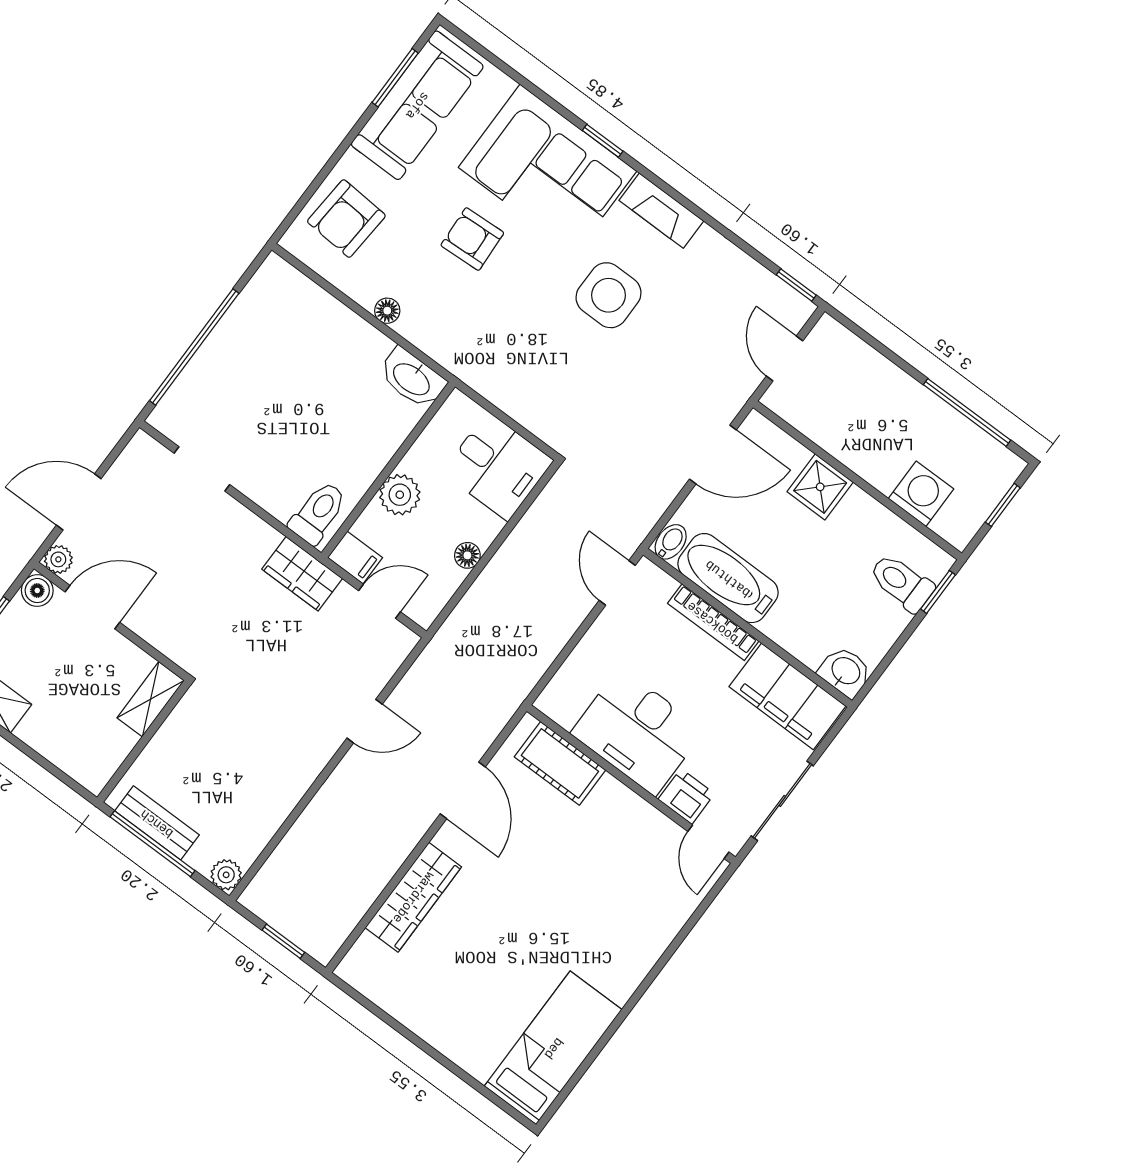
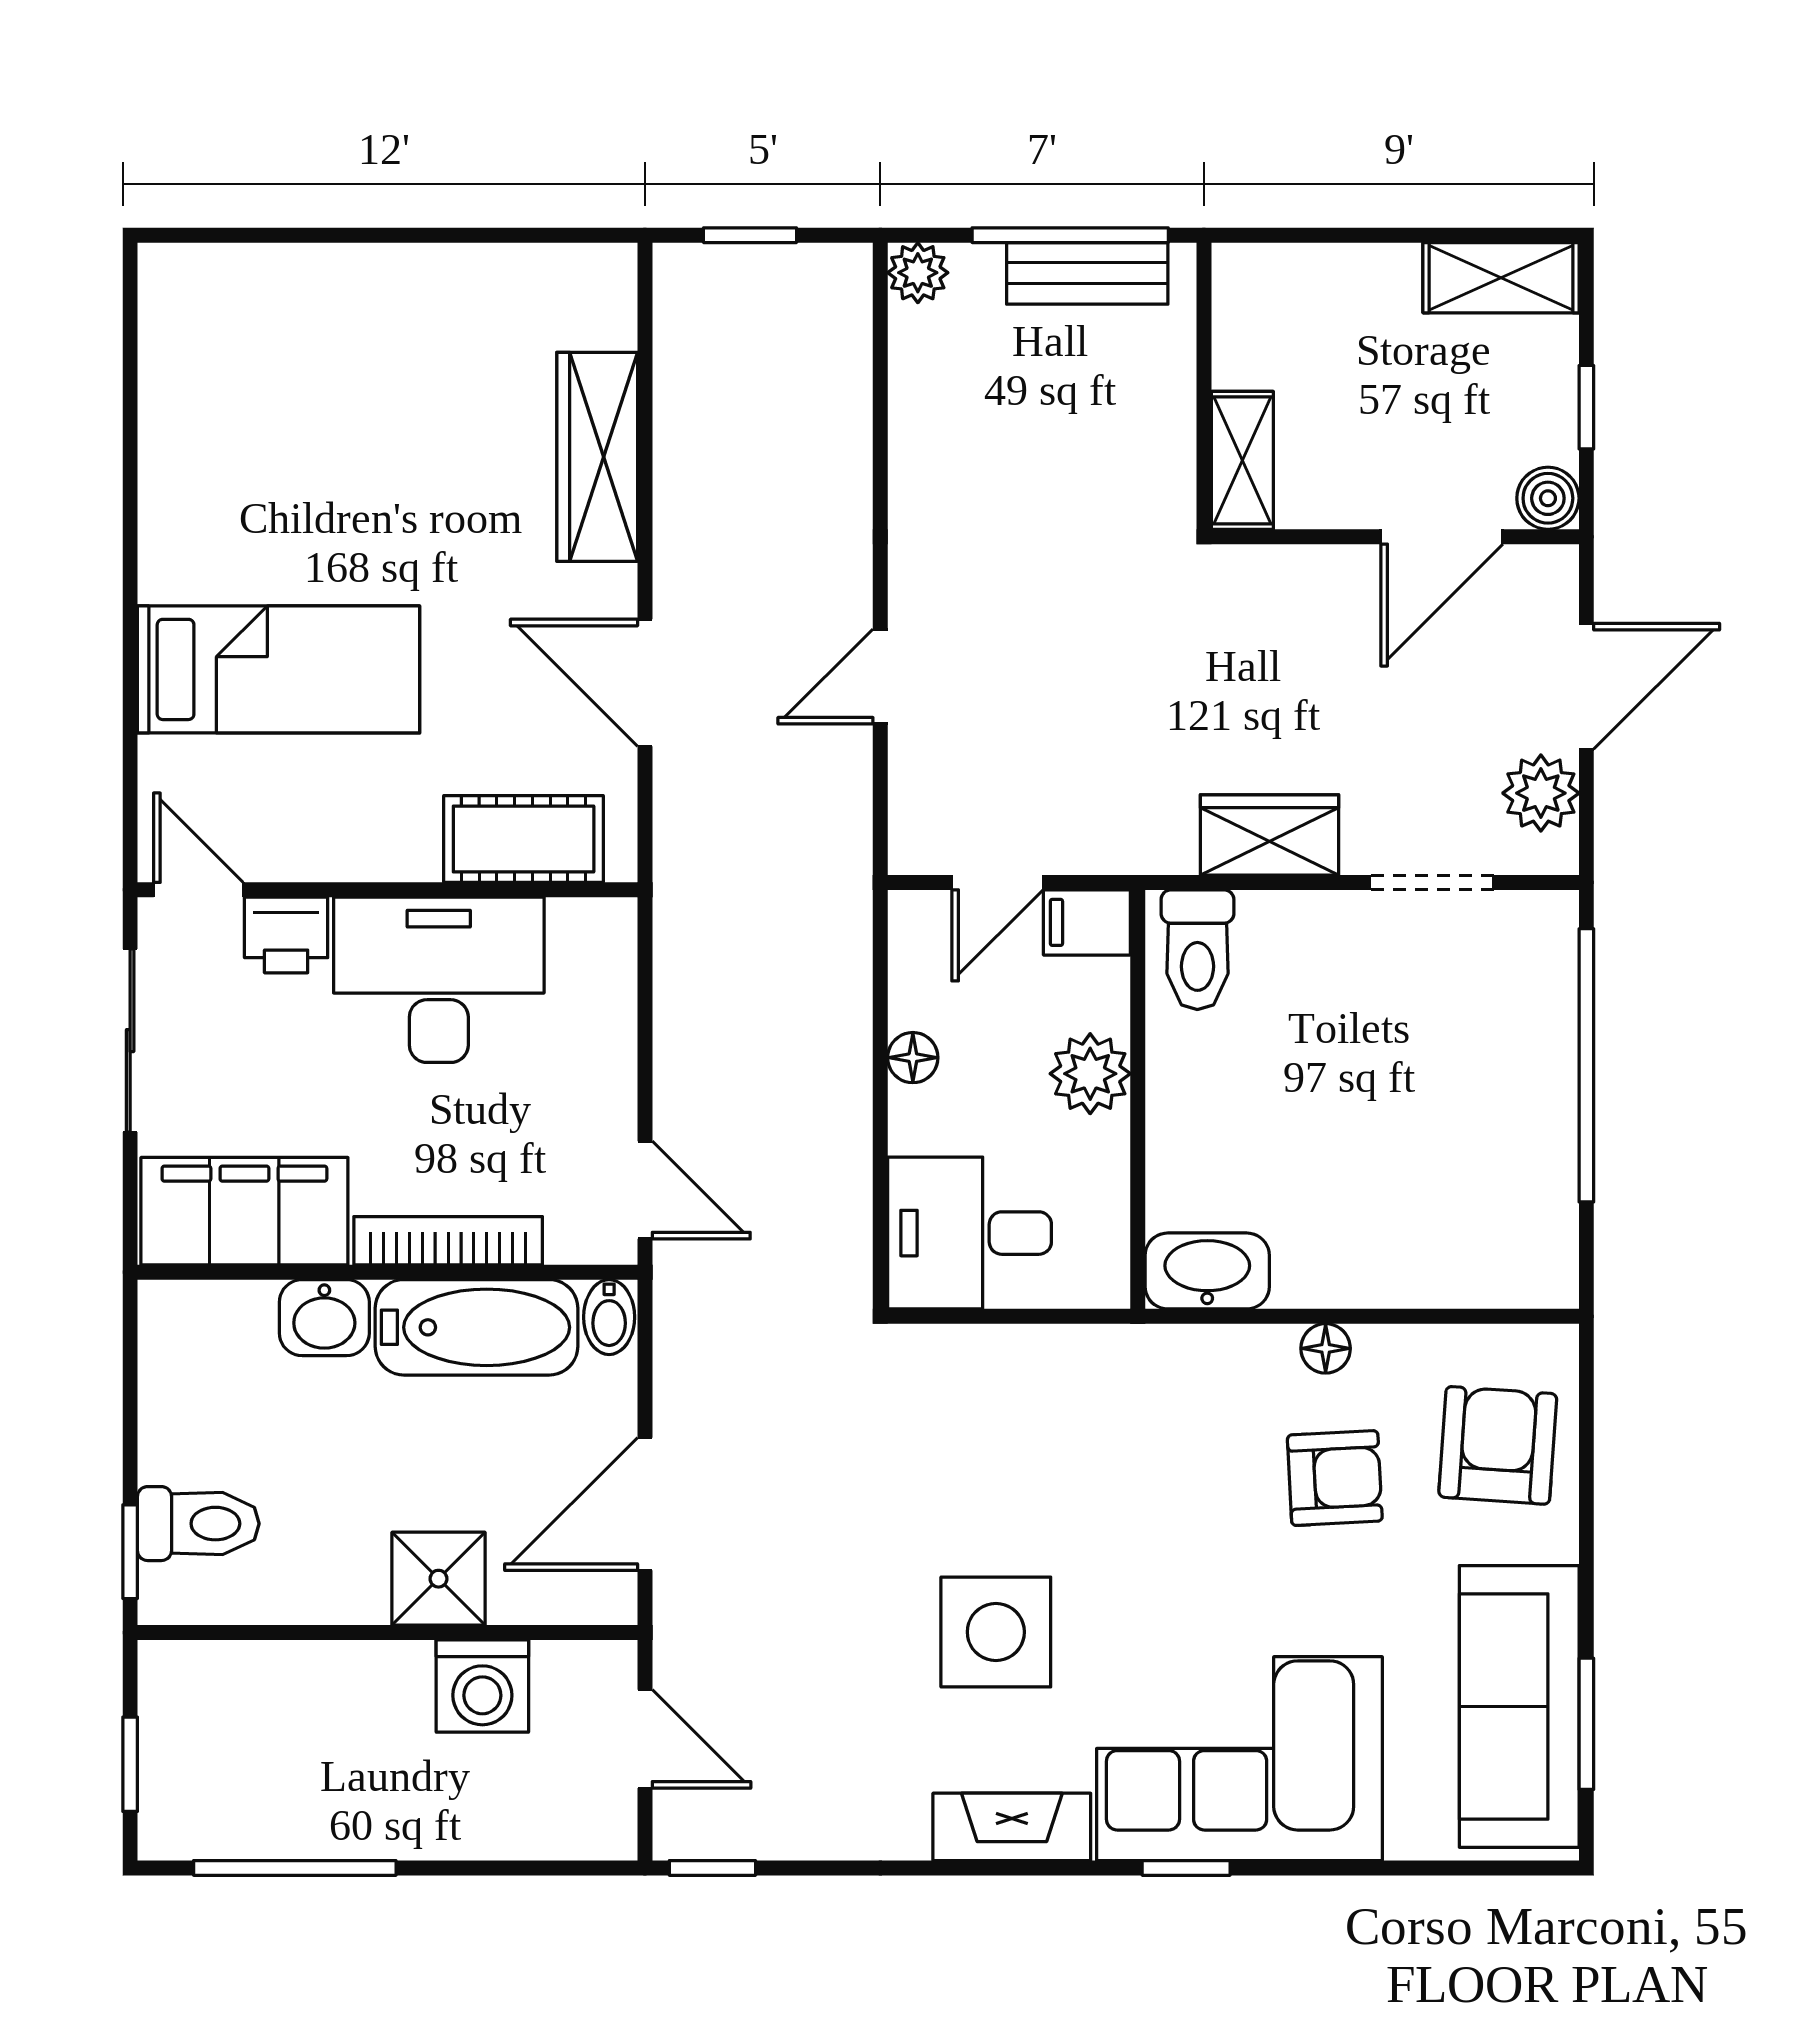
armchair: (472, 239) -> (1335, 1478), moved
washing machine: (921, 494) -> (482, 1686), moved
plant: (58, 559) -> (1541, 793), moved, width x1.38, depth x1.38
wardrobe: (302, 574) -> (1269, 835), moved
washbasin: (845, 672) -> (324, 1318), moved
bed: (553, 1048) -> (279, 669), moved, turned -90

